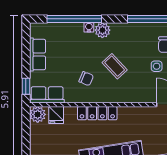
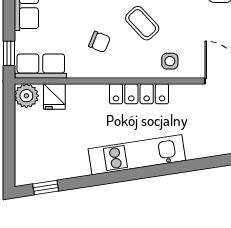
side table: (157, 66) -> (170, 61), moved
locker: (97, 113) -> (139, 94), moved

